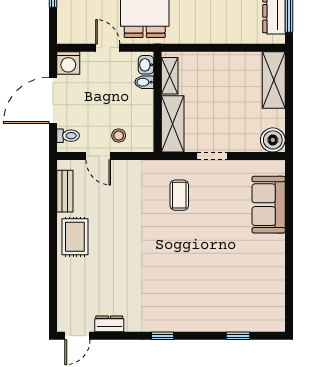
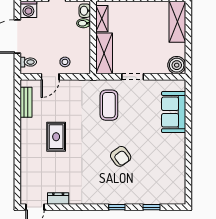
door: (98, 156) -> (50, 77), hinge flipped
coffee table: (179, 195) -> (109, 105), width x1.36, depth x1.30
rug: (75, 237) -> (56, 137), moved
armchair: (195, 266) -> (121, 156), added
window: (163, 336) -> (117, 207), moved

